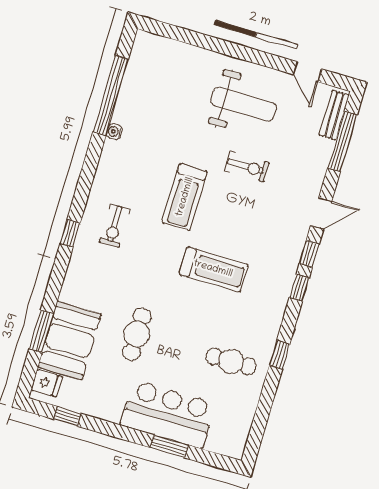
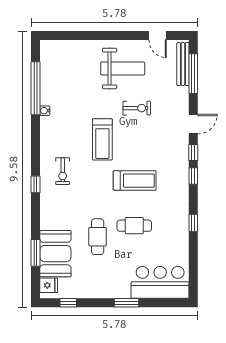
bench: (334, 115) -> (183, 64), width x1.36
cafe table: (231, 361) -> (134, 226), moved
bar counter: (168, 414) -> (160, 282), moved
window: (169, 446) -> (126, 303), moved

